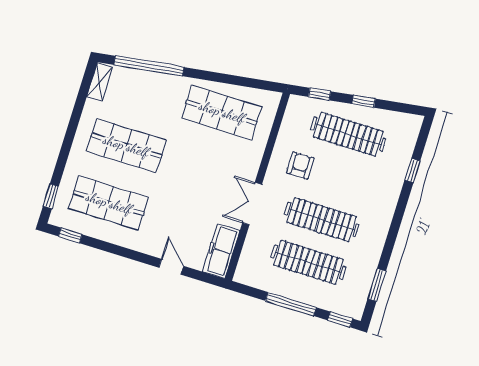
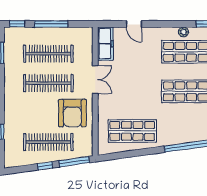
window: (320, 94) -> (74, 162), width x2.17
armchair: (300, 165) -> (72, 113), width x1.88, depth x1.88
plant: (103, 233) -> (183, 32), added

